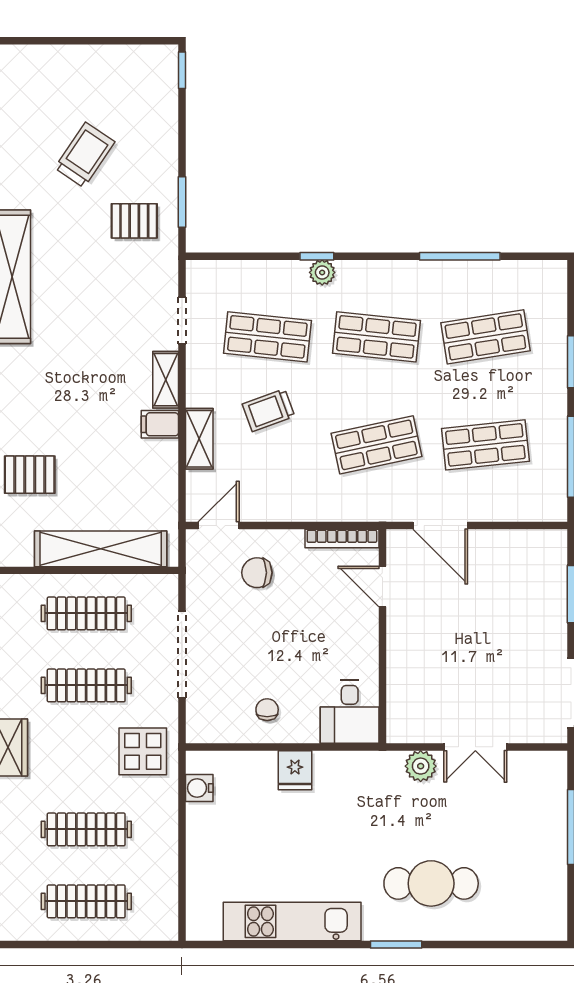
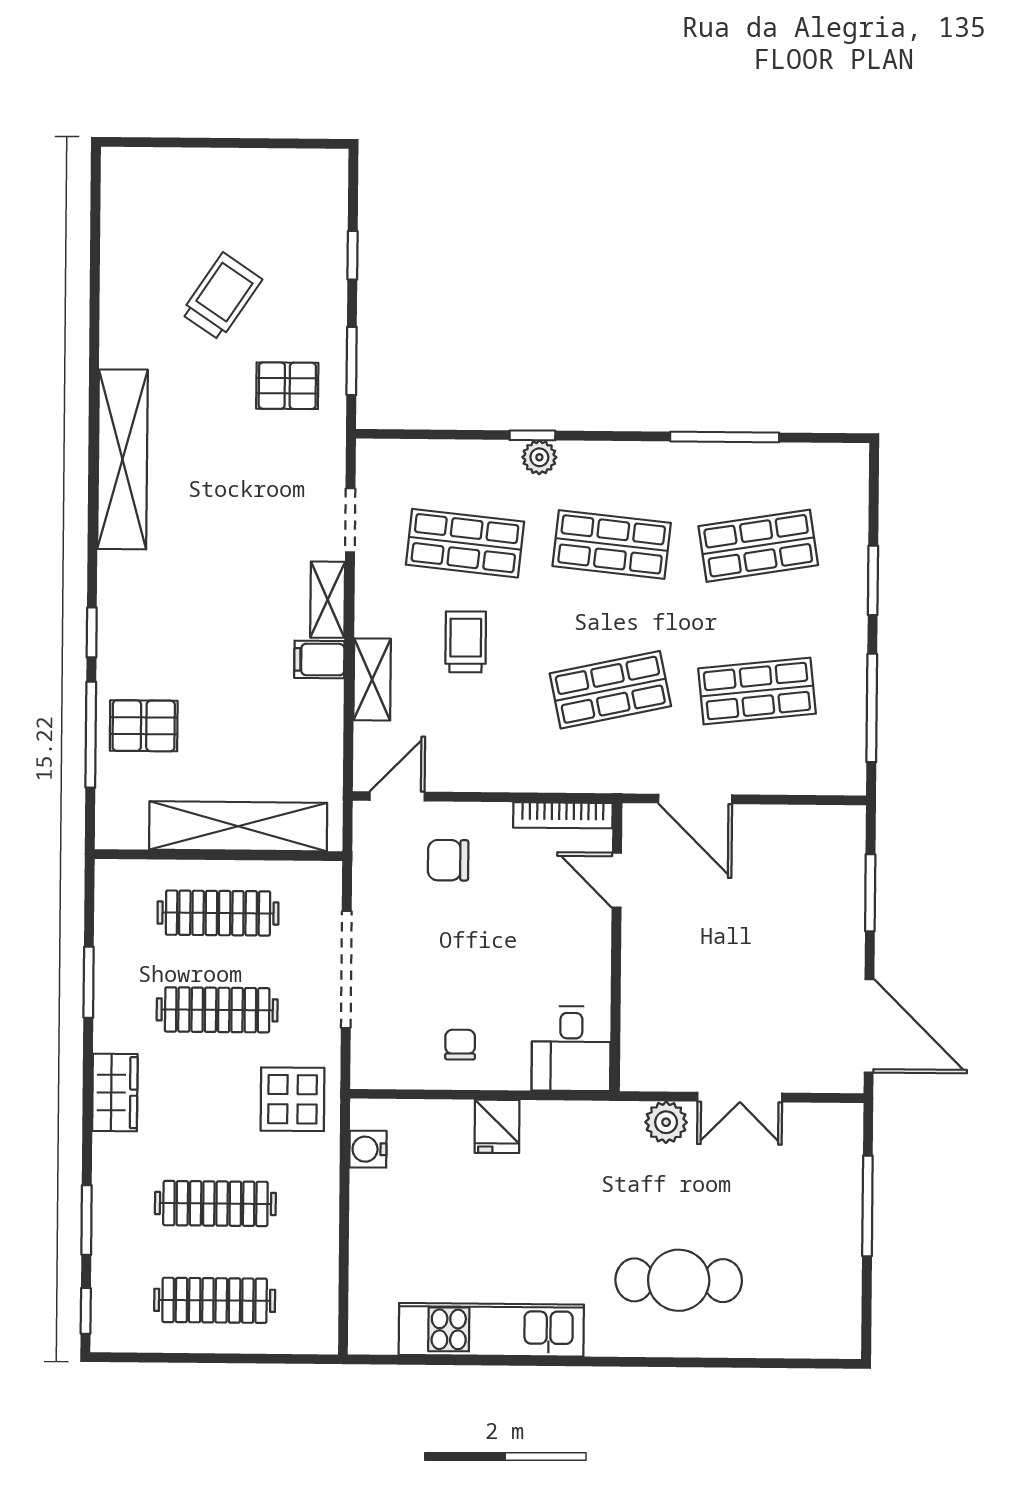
window: (182, 70) -> (353, 255), moved
trolley: (269, 410) -> (466, 642), turned 110
window: (396, 944) -> (631, 1362), removed

